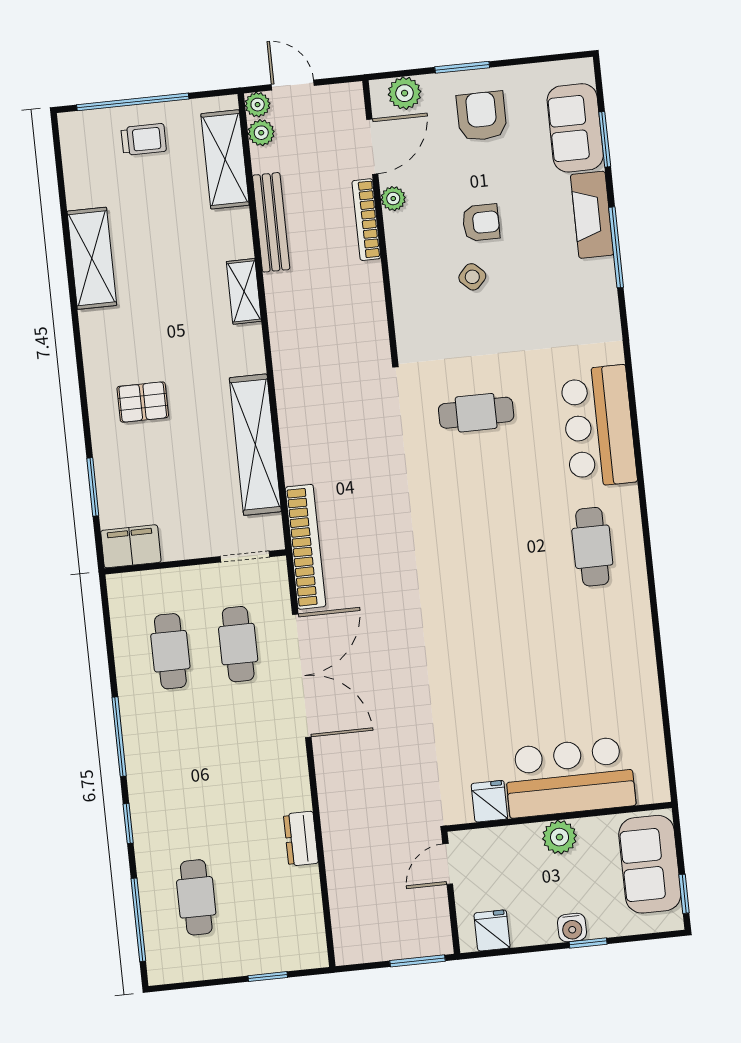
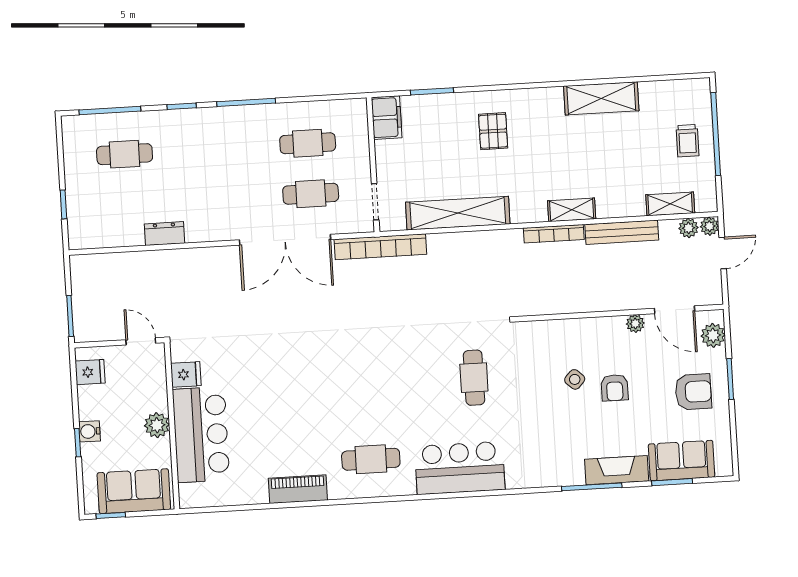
shelving: (225, 159) -> (670, 204), width x0.67, depth x0.75
bookcase: (366, 220) -> (554, 234), moved, turned 180
piano: (637, 643) -> (298, 489), added

